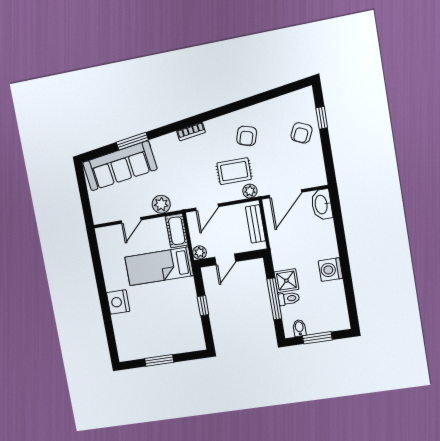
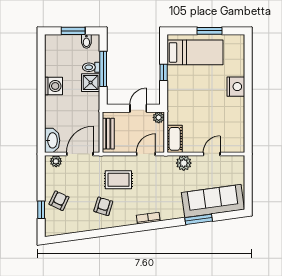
plant: (250, 191) -> (56, 161), moved
bed: (159, 266) -> (195, 52), moved

